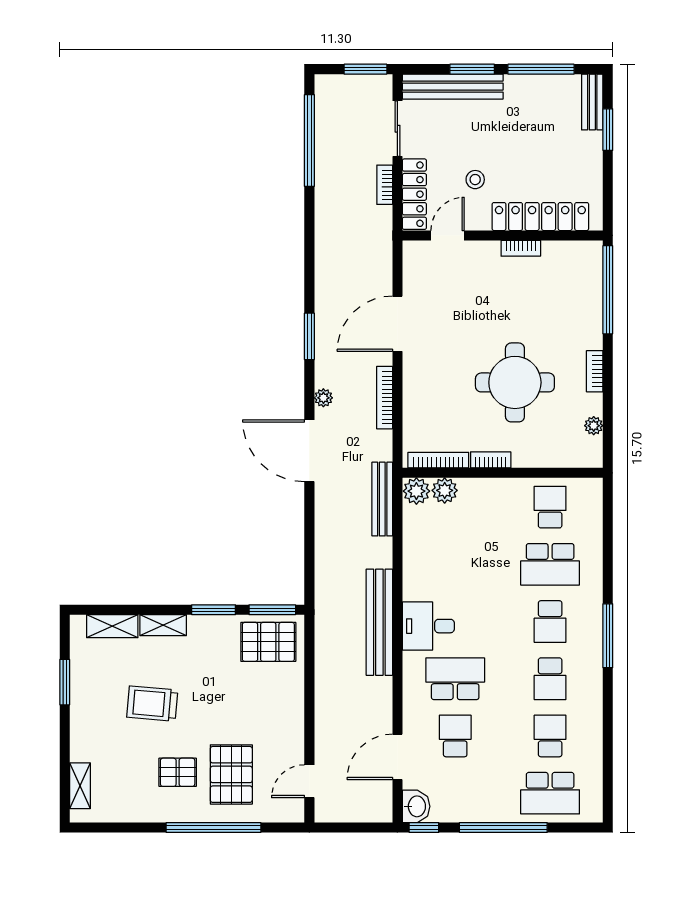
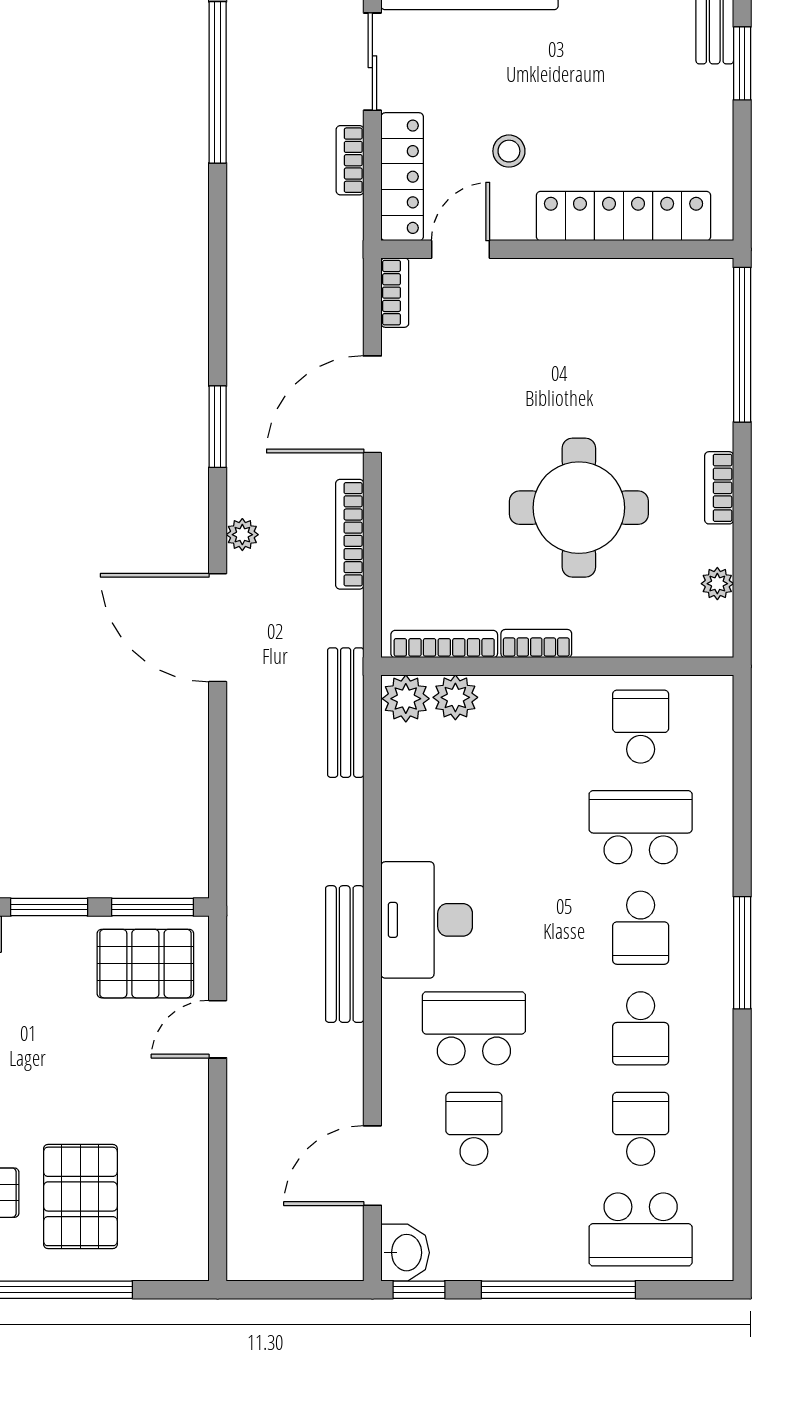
bookcase: (521, 248) -> (395, 293), moved, turned -90
school desk: (550, 564) -> (641, 827), turned 180
bench: (379, 622) -> (345, 954), width x0.73, depth x0.82
desk: (428, 626) -> (427, 920), width x1.37
door: (309, 781) -> (218, 1029), moved

